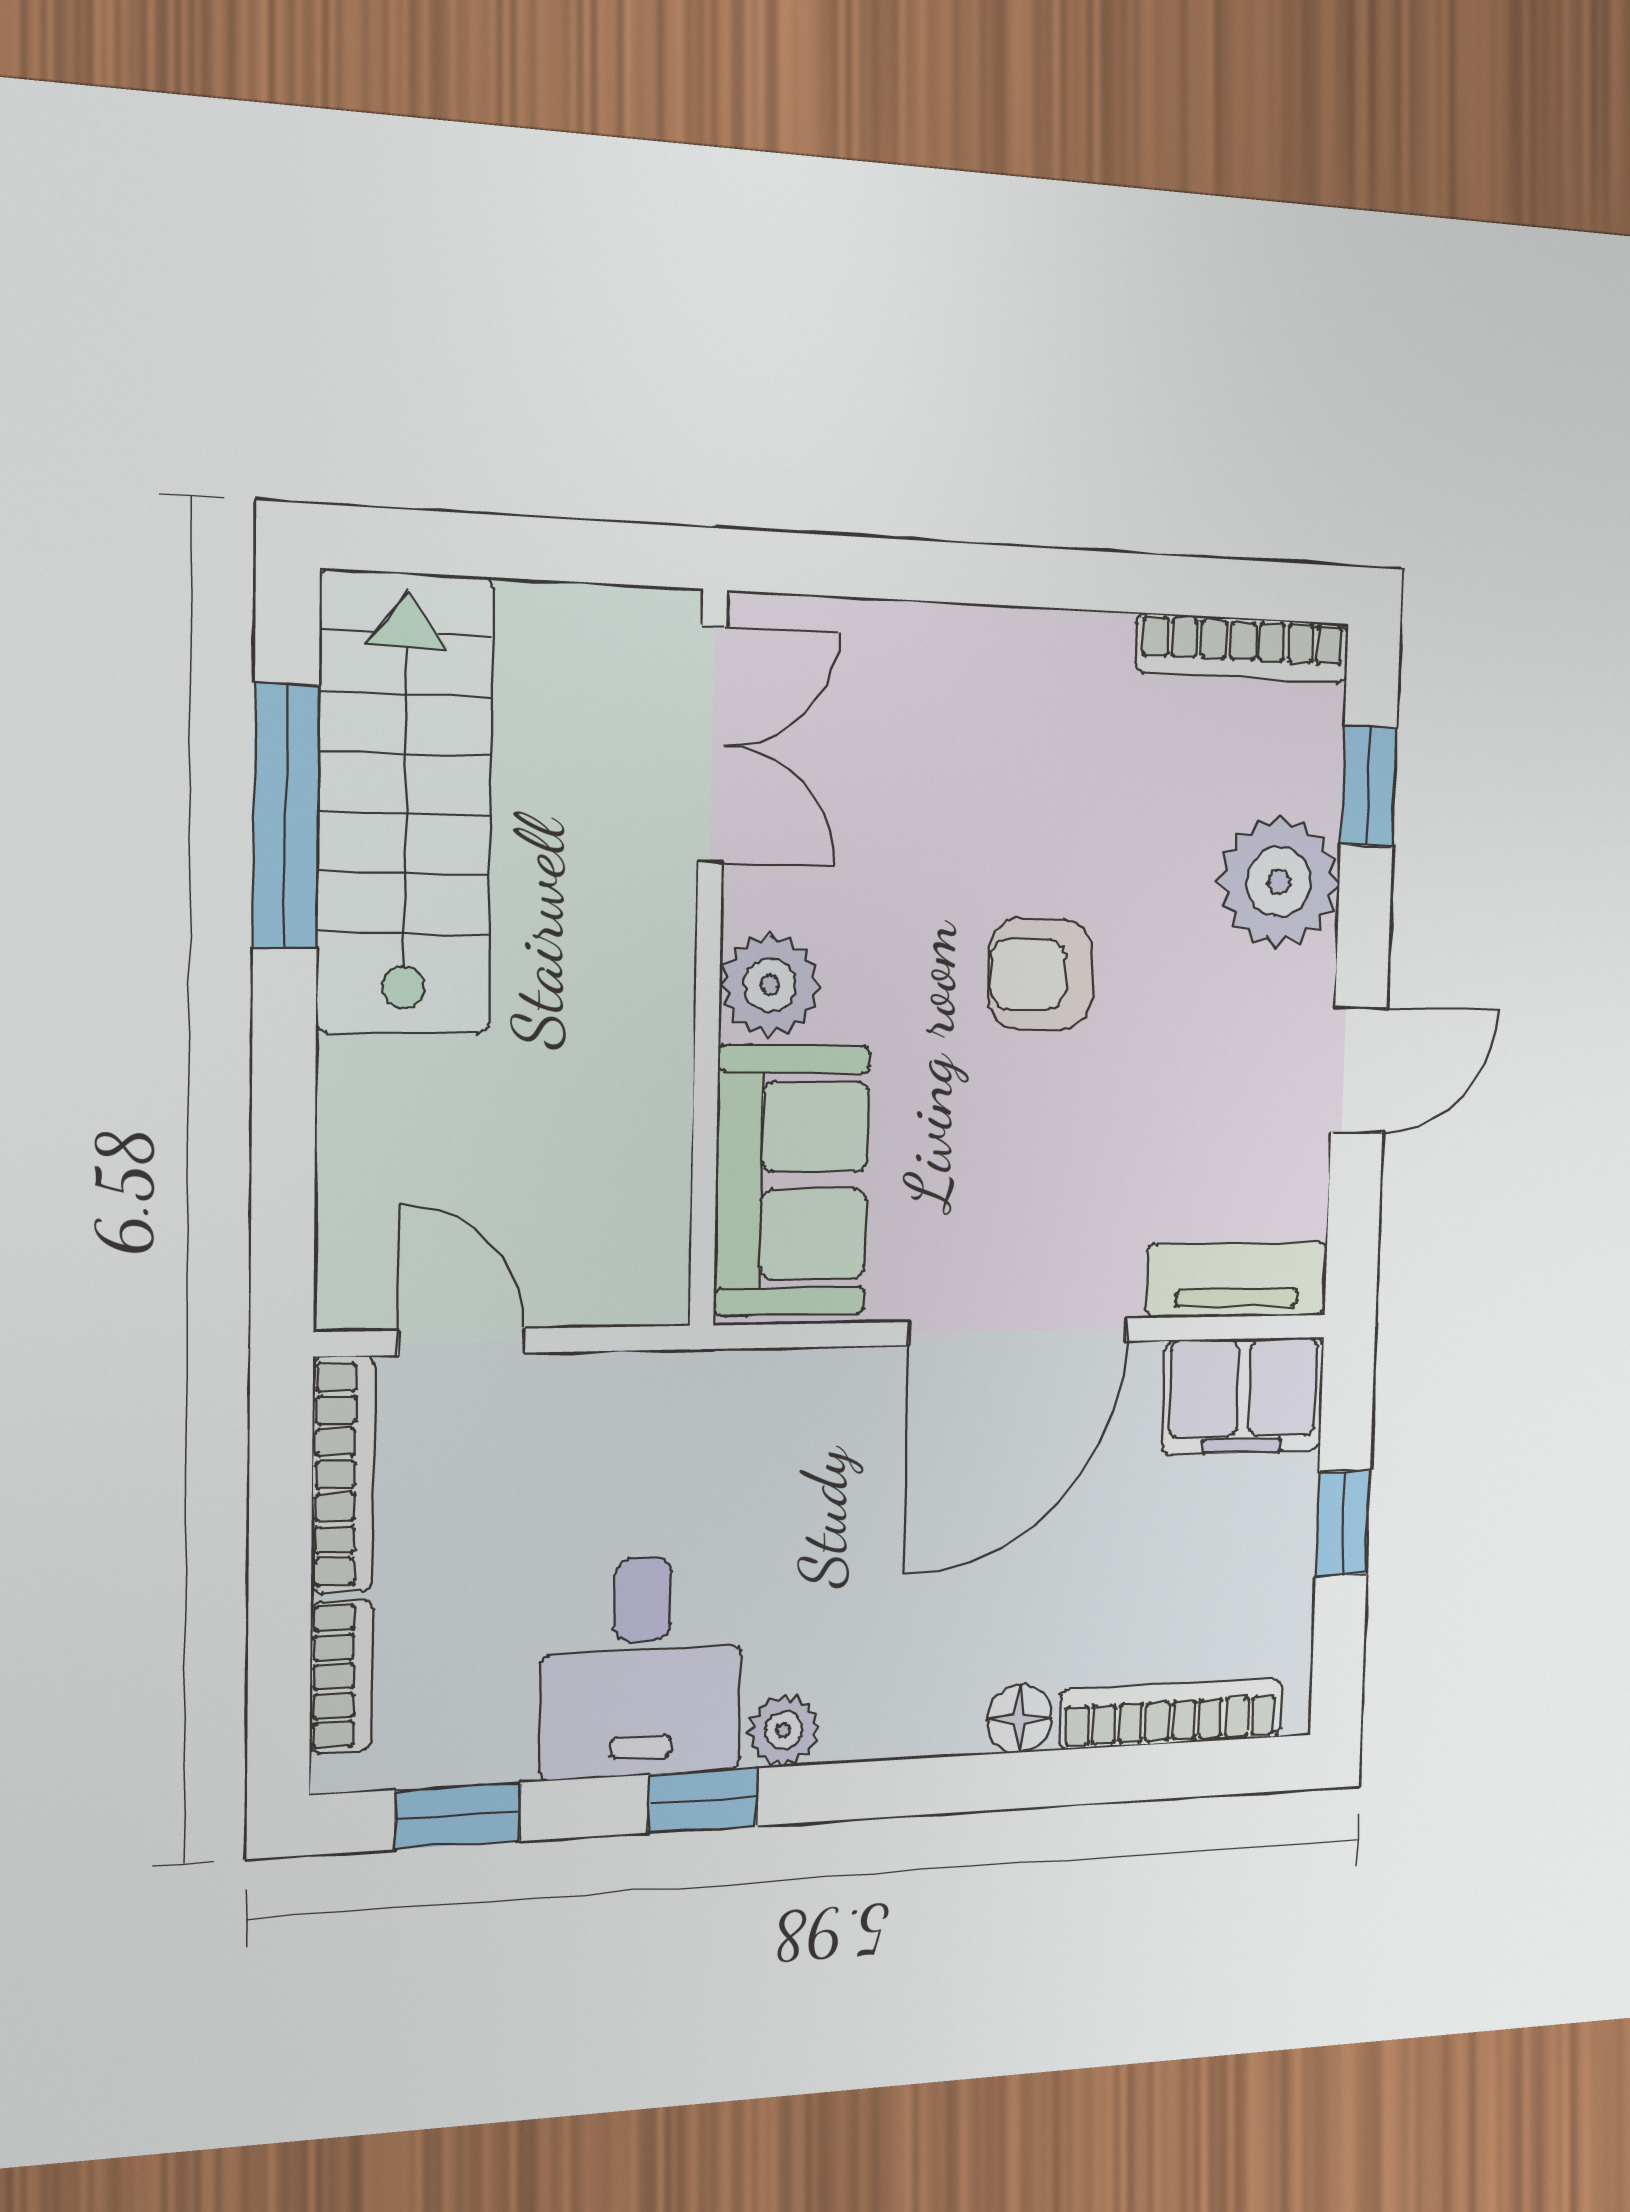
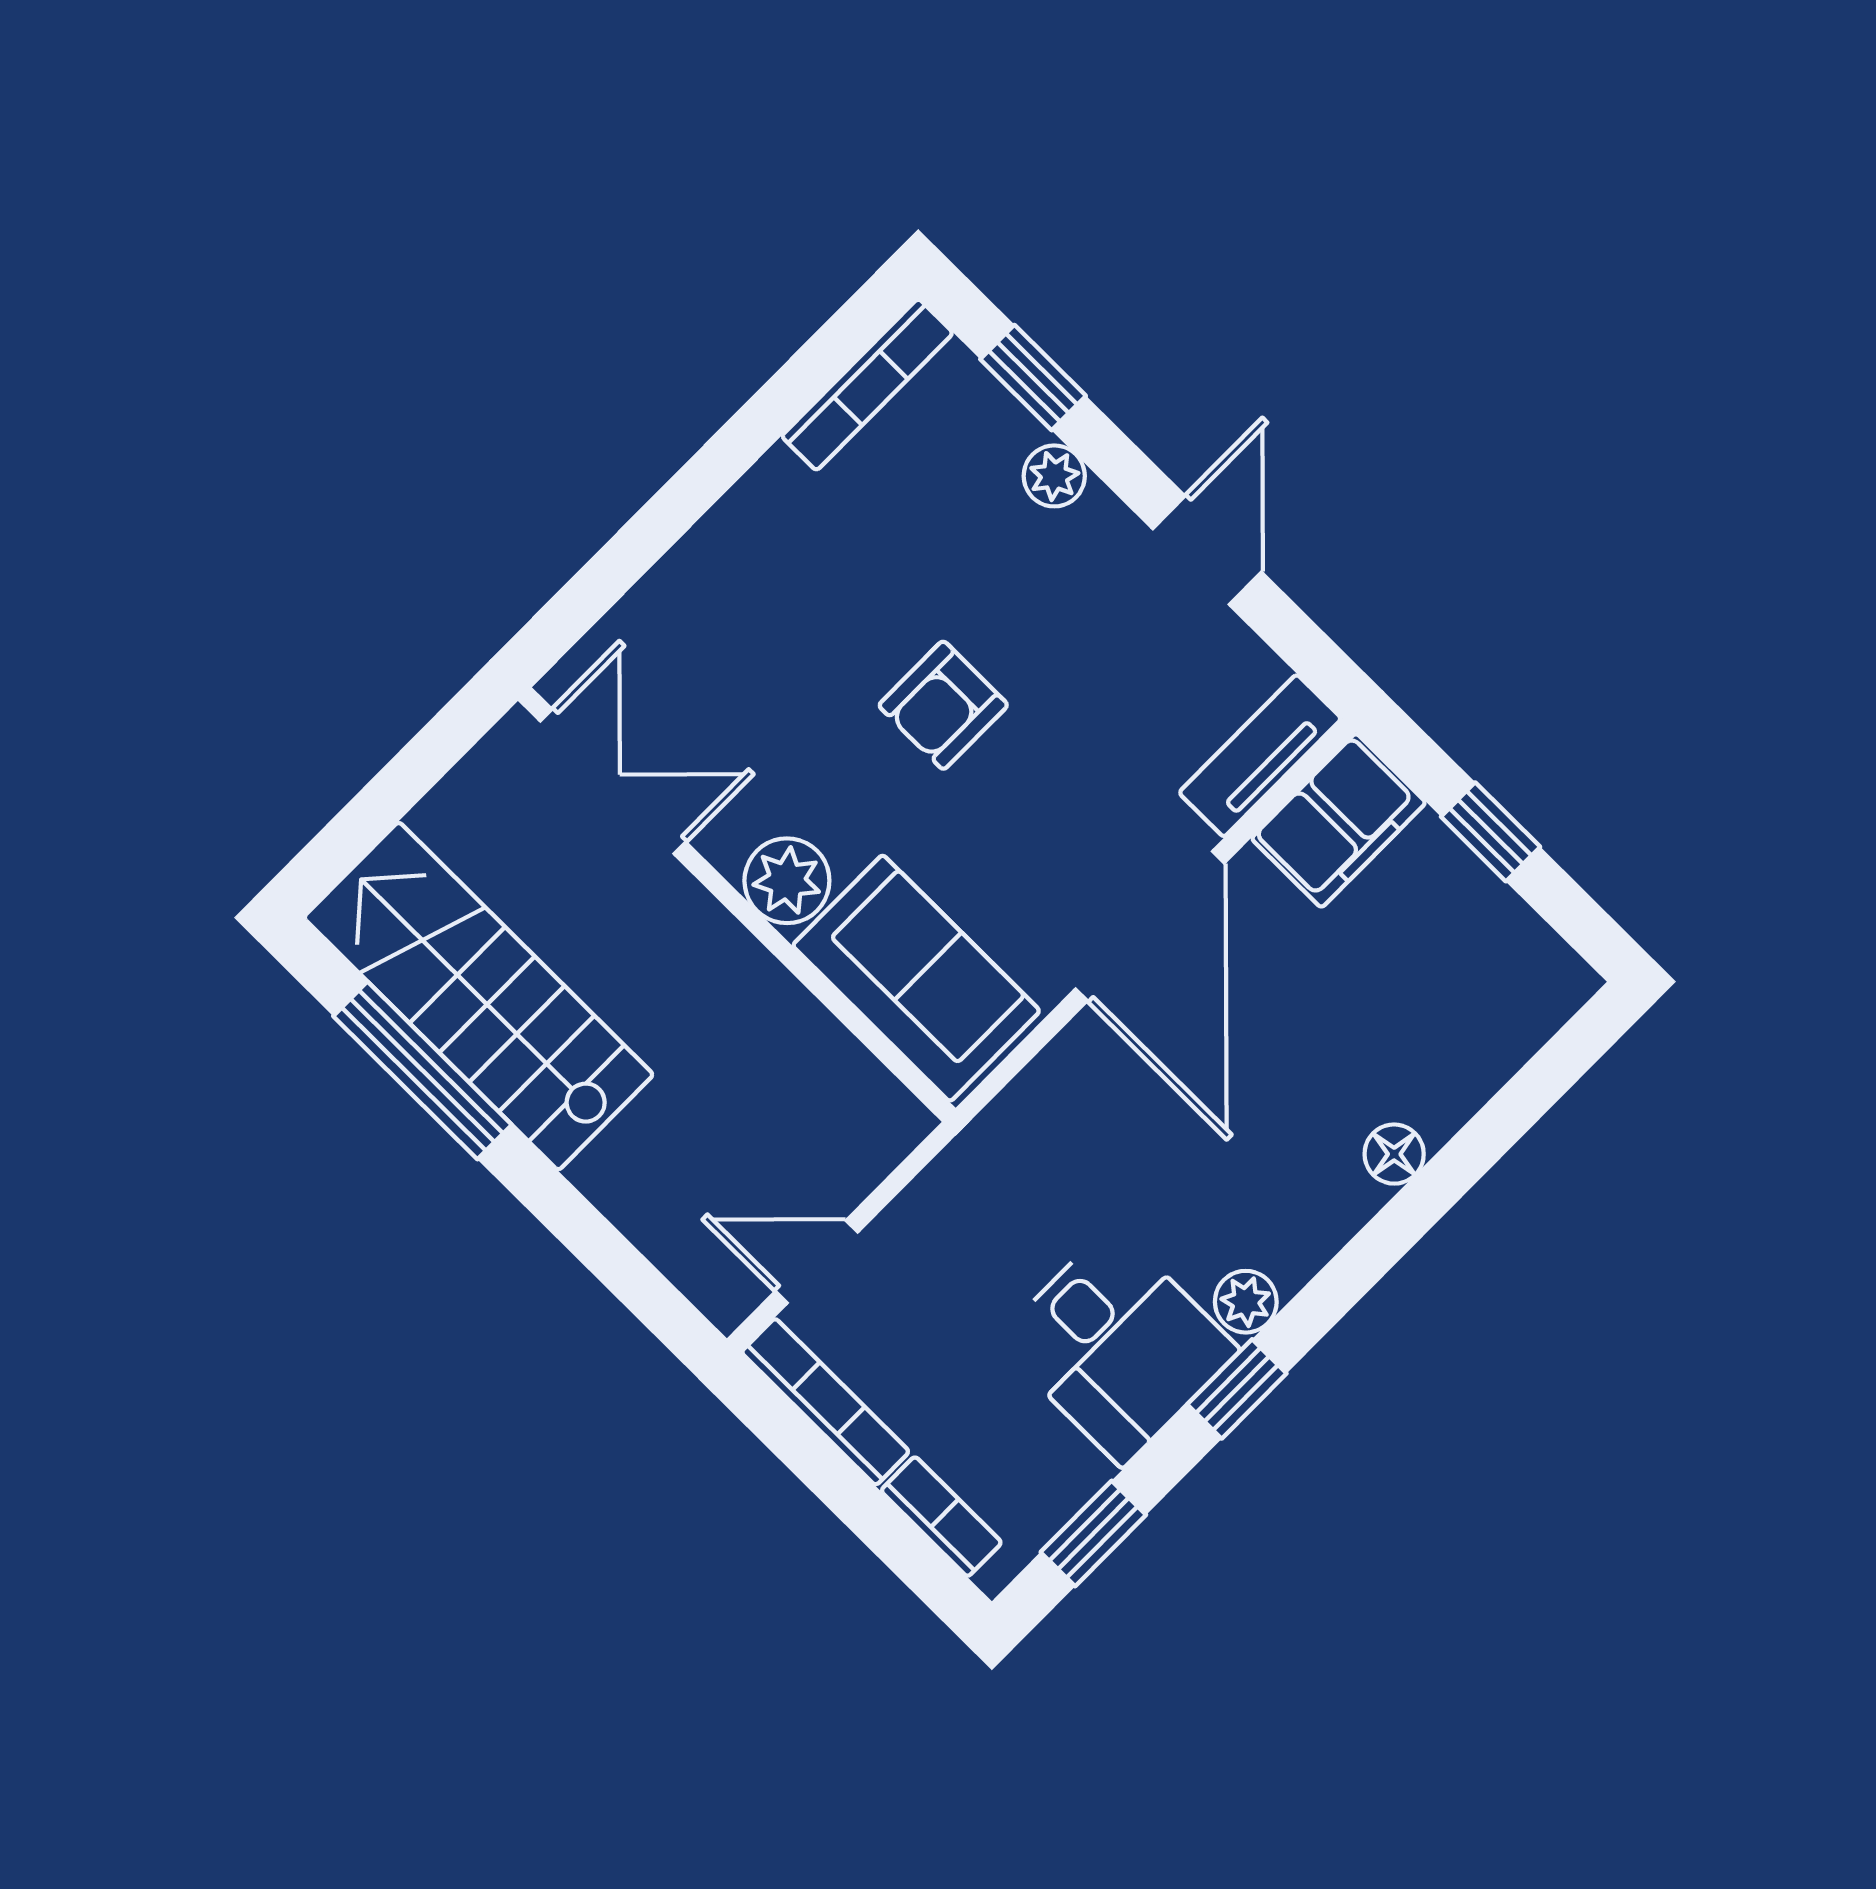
plant: (1279, 882) -> (1054, 476), width x0.53, depth x0.53
bookcase: (1171, 1714) -> (1495, 1057), removed

